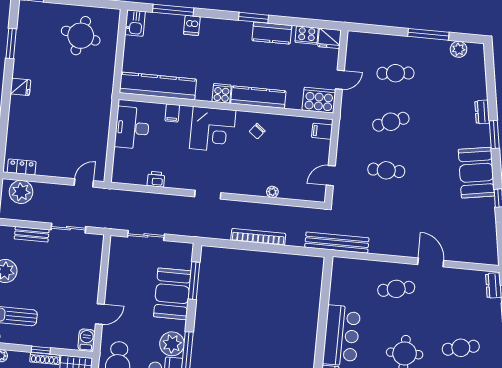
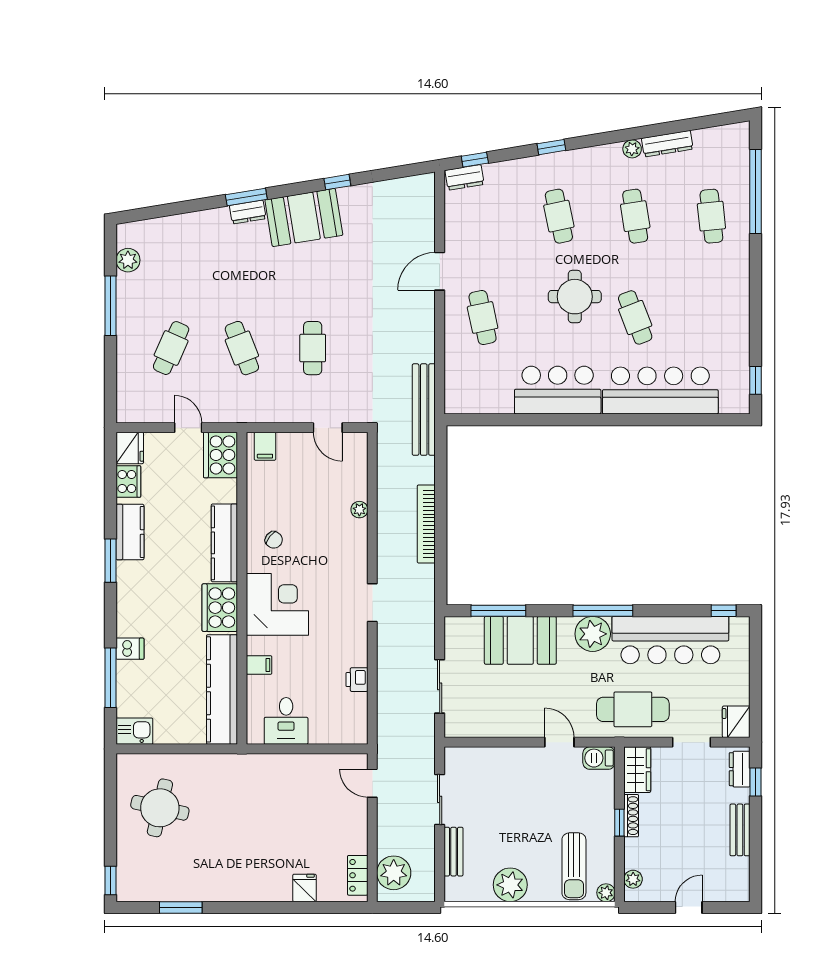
cafe table: (395, 73) -> (171, 348), turned 30
fridge: (20, 87) -> (304, 888), moved
cooker: (222, 93) -> (220, 608), width x1.87, depth x1.31
dresser: (482, 112) -> (248, 212), moved
desk: (132, 128) -> (286, 721), width x0.73

